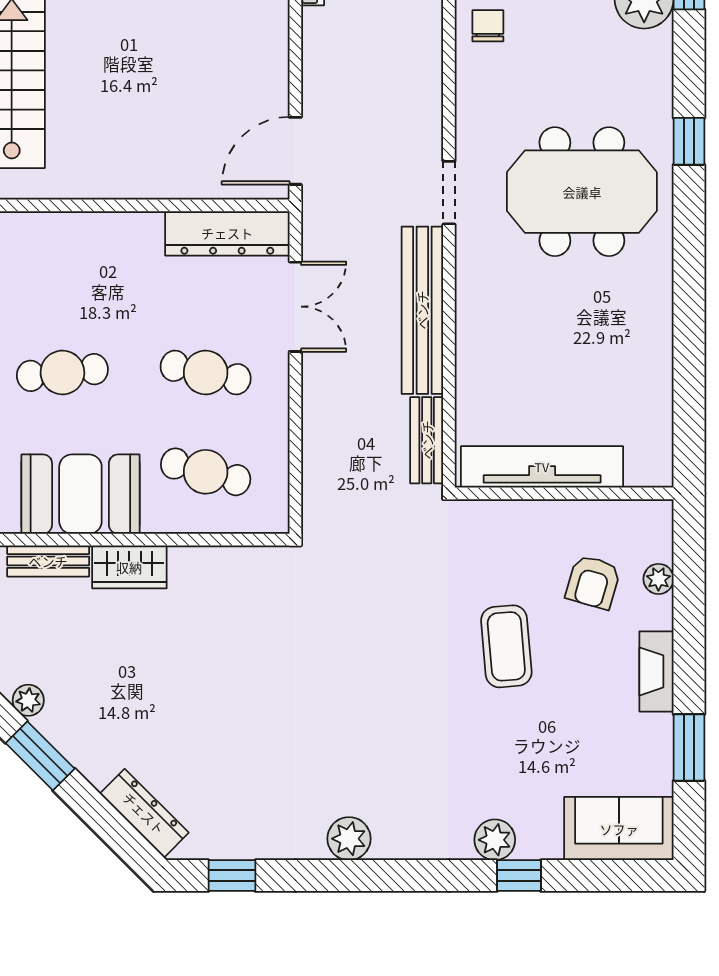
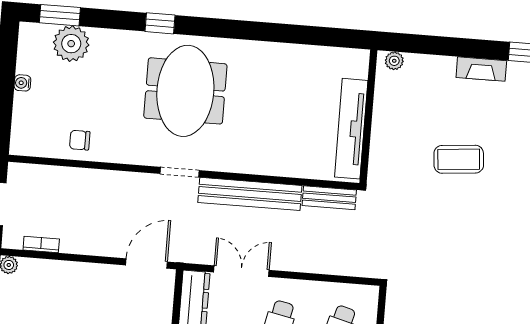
door: (295, 151) -> (146, 264), swing flipped
plant: (658, 579) -> (394, 61), moved
armchair: (593, 582) -> (424, 103), removed

